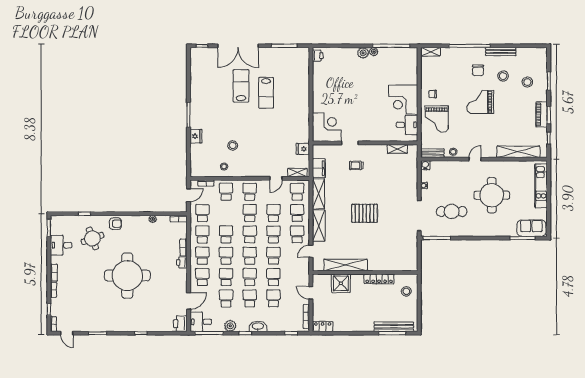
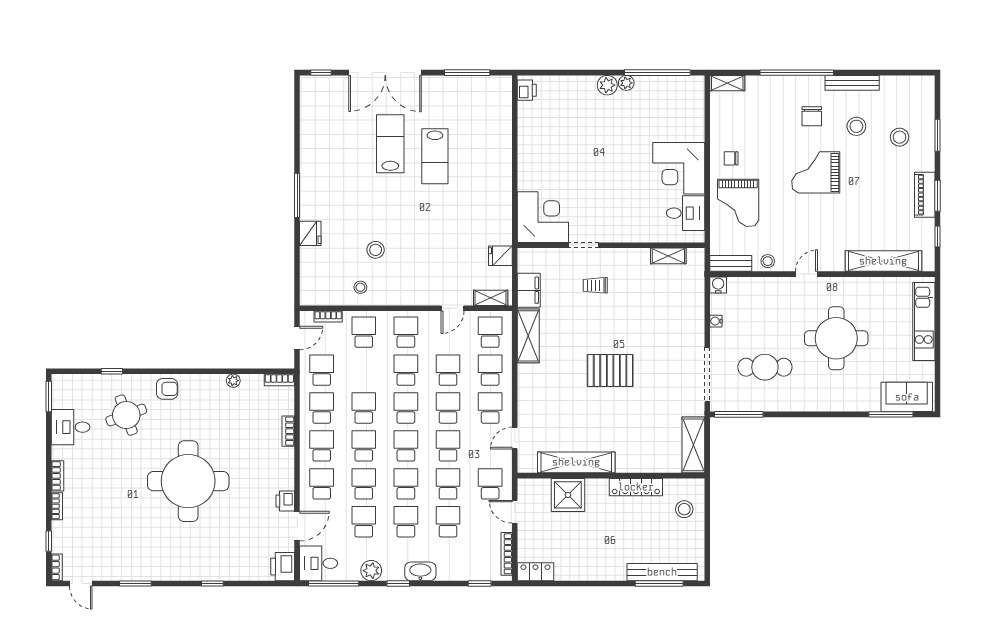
shelving: (319, 226) -> (693, 445), moved
printer: (182, 262) -> (285, 501), moved
school desk: (297, 277) -> (490, 484), added

